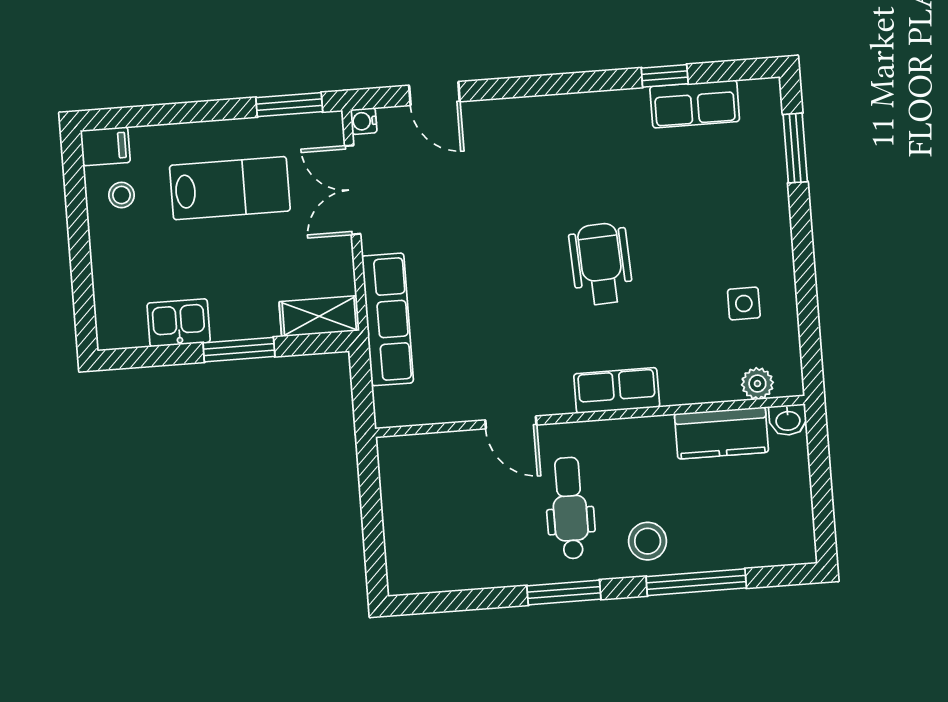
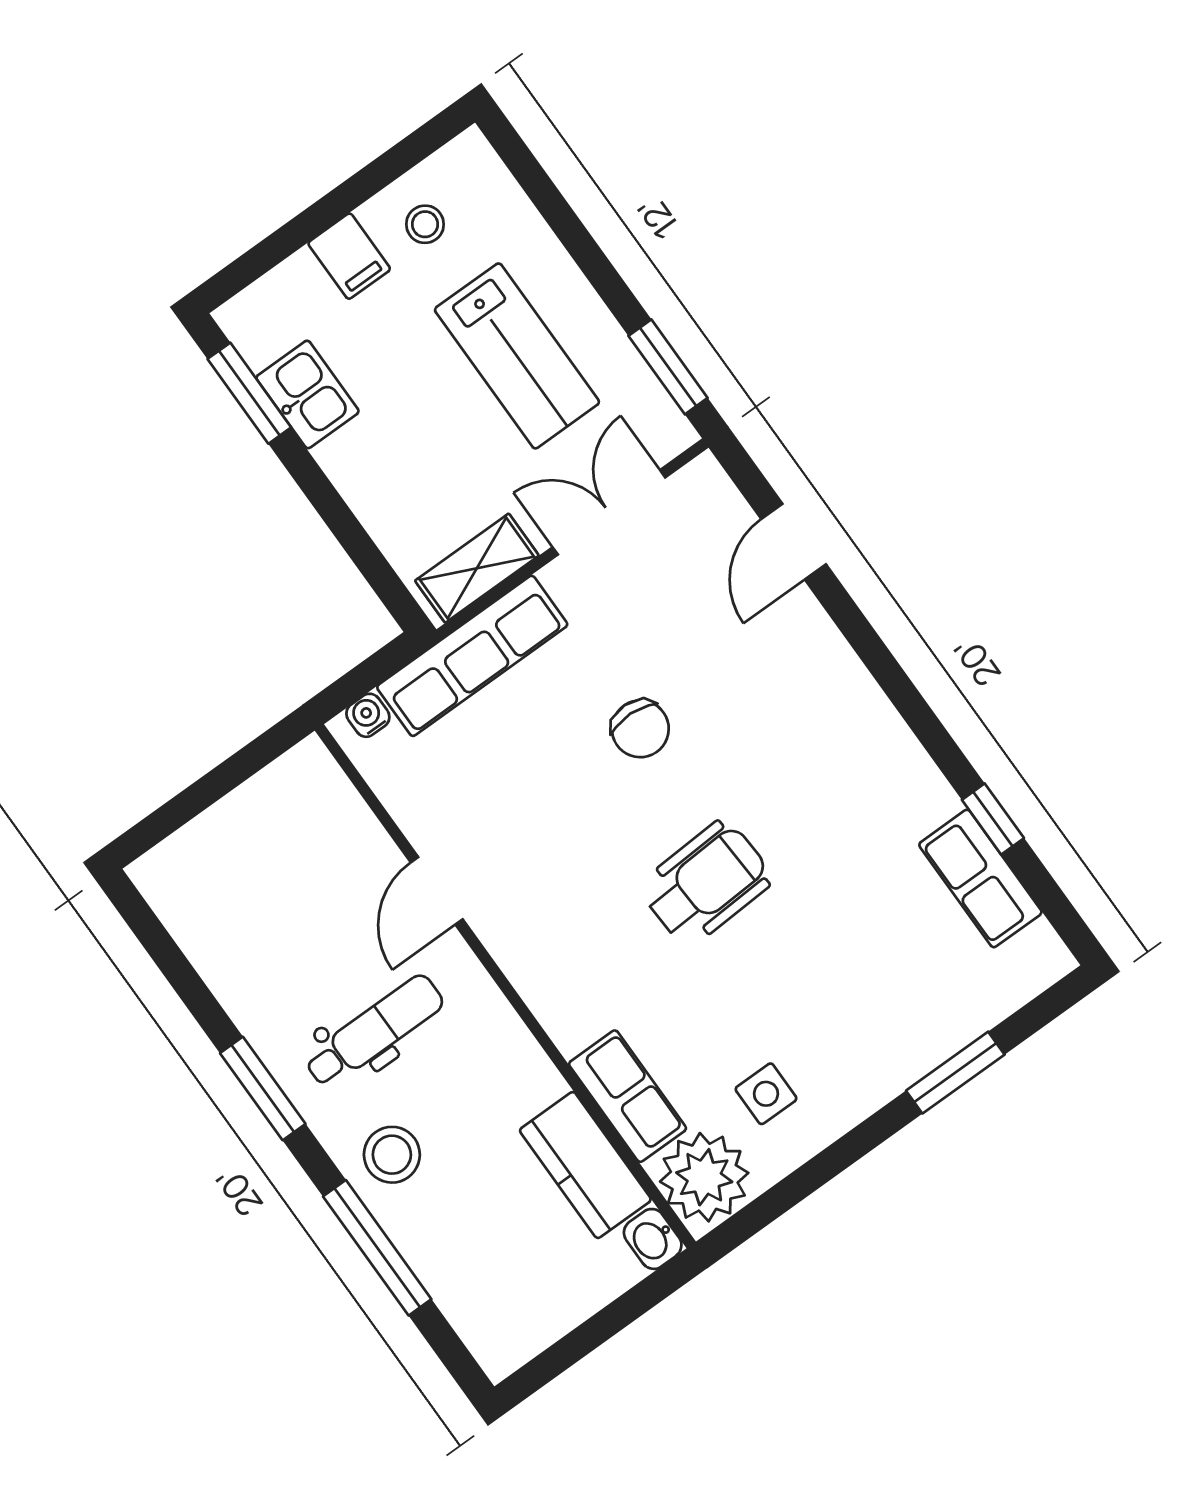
water cooler: (364, 121) -> (368, 715), moved
filing cabinet: (105, 146) -> (349, 256), moved
window: (795, 148) -> (955, 1073), moved
chair: (489, 248) -> (640, 729), added
shelving: (319, 316) -> (477, 568), moved, turned 90
window: (239, 350) -> (249, 393), moved
plant: (757, 384) -> (704, 1177), width x1.87, depth x1.87
row of seats: (617, 390) -> (628, 1096), moved

